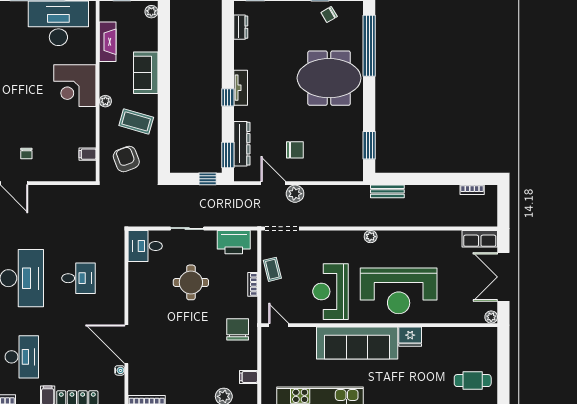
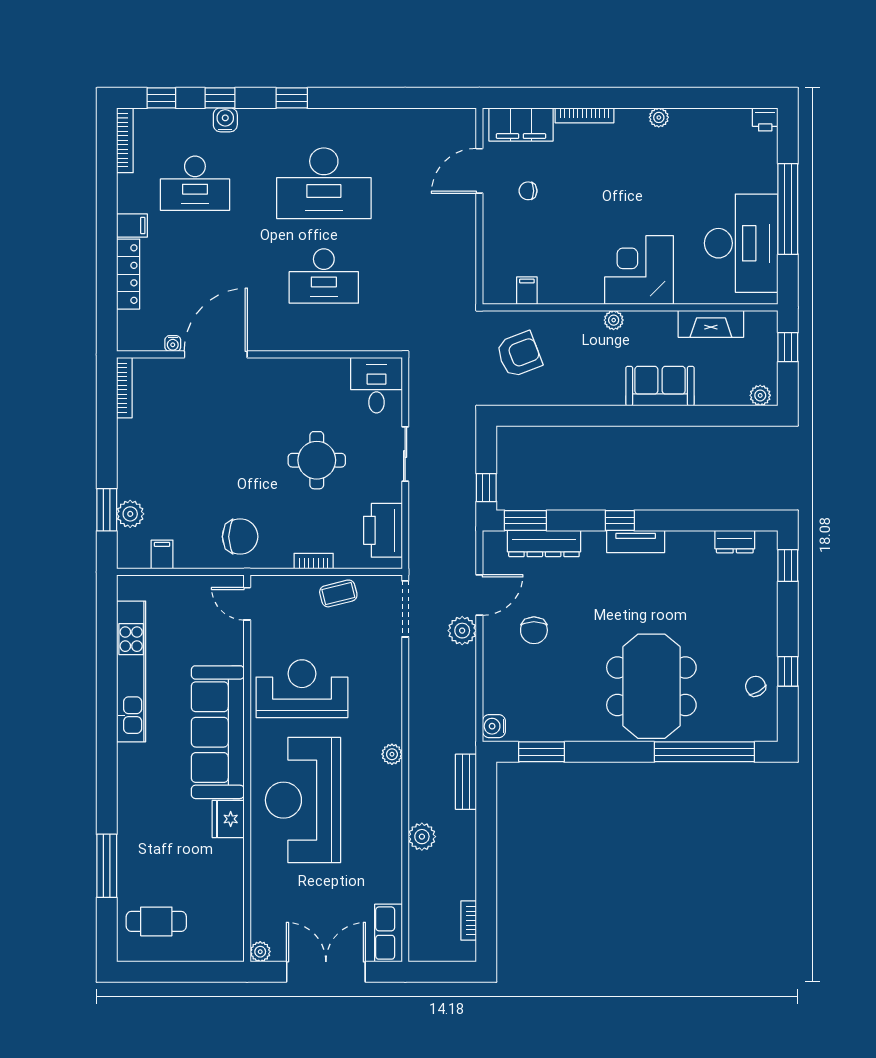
coffee table: (136, 121) -> (580, 370), removed
water cooler: (353, 174) -> (494, 726), added
plant: (421, 218) -> (422, 837), added
desk: (78, 278) -> (324, 276), width x1.37
door: (279, 325) -> (247, 604), swing flipped
cafe table: (473, 381) -> (156, 921), turned 90

